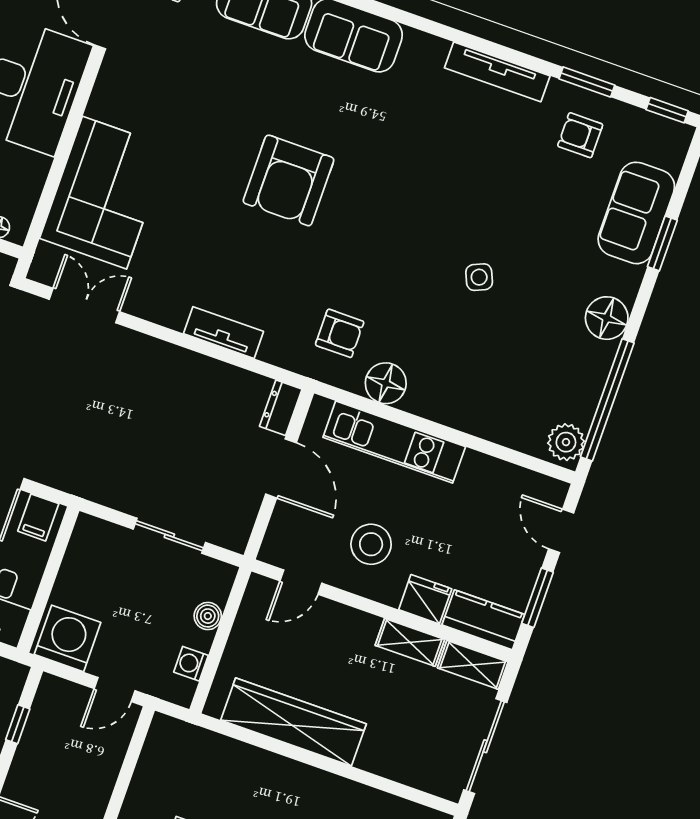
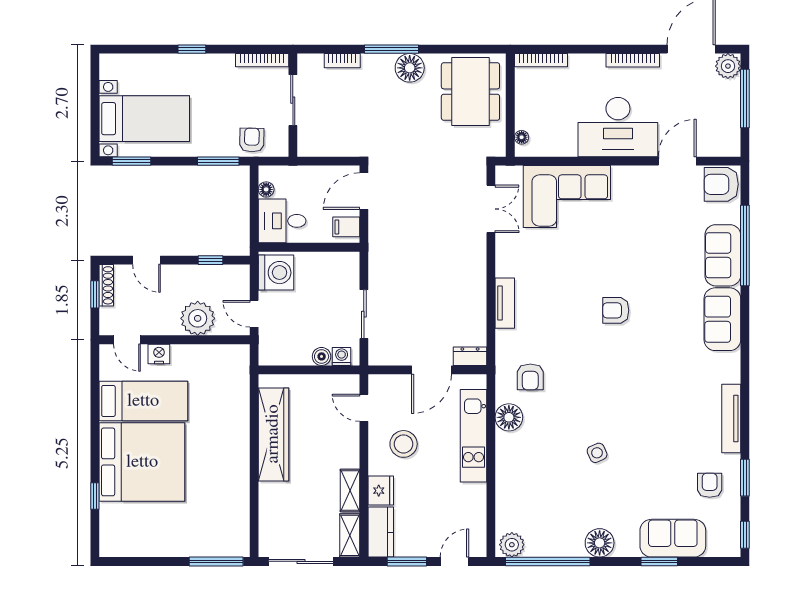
armchair: (288, 180) -> (616, 310), width x0.53, depth x0.53
washing machine: (191, 664) -> (342, 356), moved
plant: (93, 771) -> (198, 318), added

